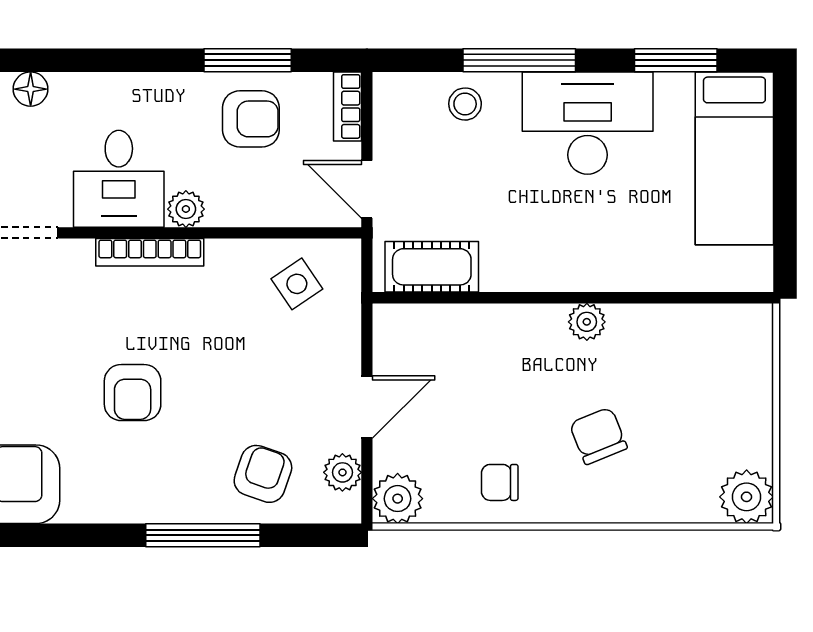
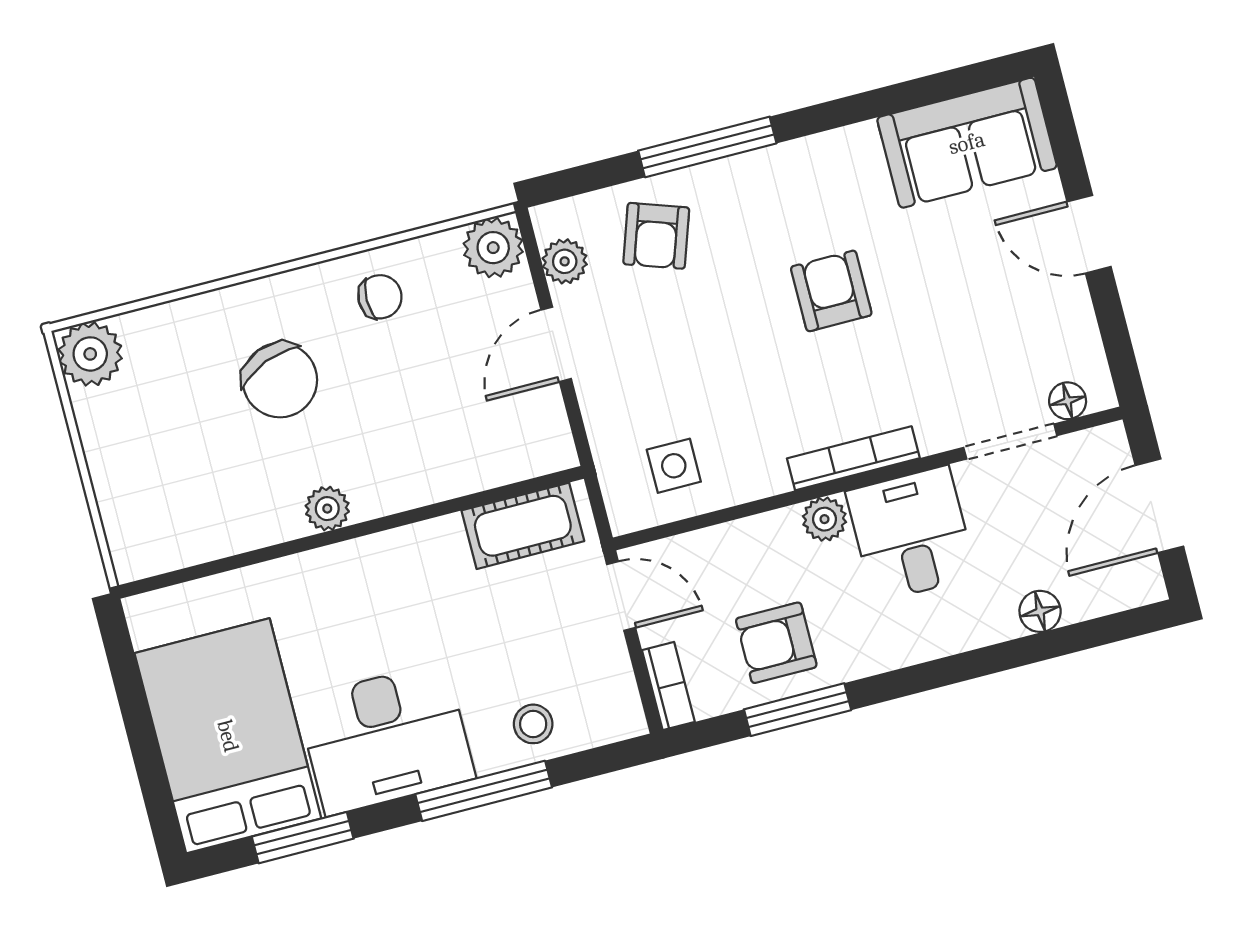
bed: (734, 158) -> (228, 736), width x1.50
side table: (297, 284) -> (674, 466), turned 34
chair: (598, 436) -> (280, 380), width x1.37, depth x1.37

